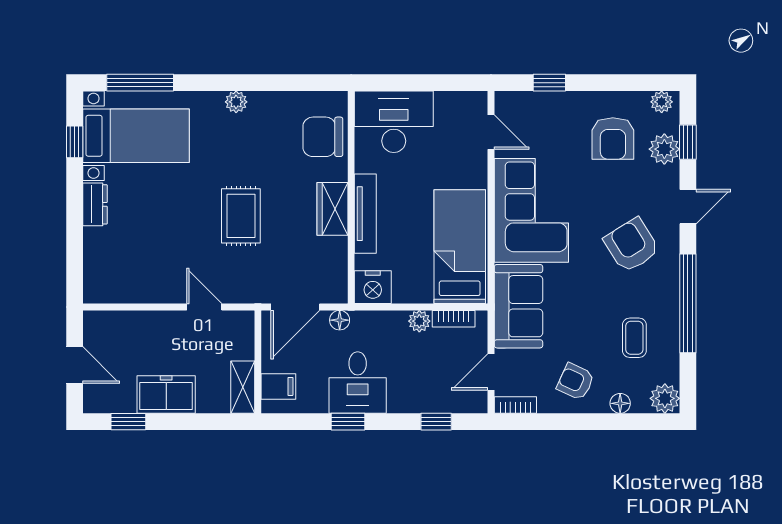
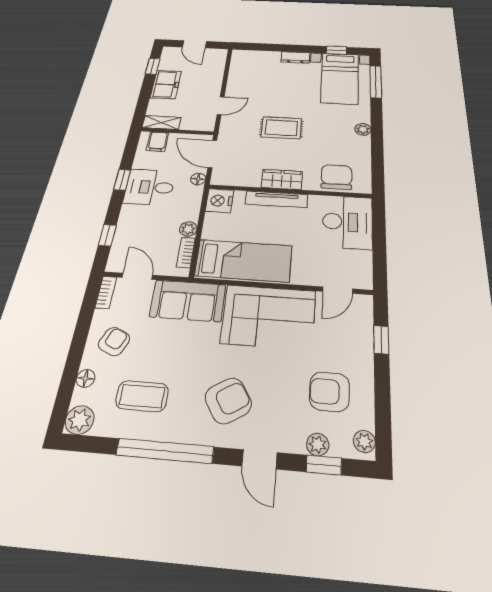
plant: (664, 149) -> (318, 444), width x0.73, depth x0.73
coffee table: (634, 338) -> (142, 396), width x1.36, depth x1.30
door: (75, 365) -> (194, 44), hinge flipped

